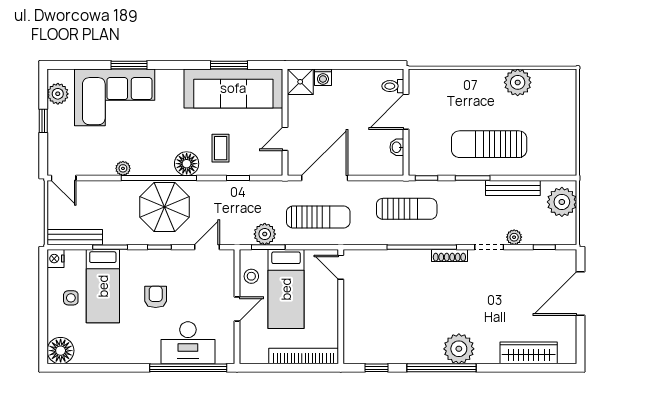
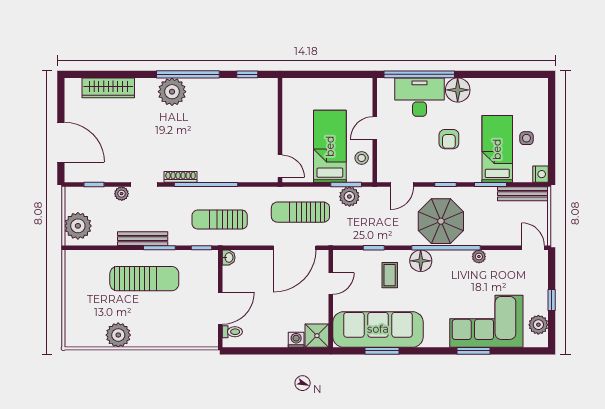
washbasin: (397, 147) -> (229, 258), moved
bench: (513, 188) -> (143, 239), moved
door: (580, 294) -> (61, 142), hinge flipped
floor lamp: (61, 351) -> (458, 90), moved
bookcase: (304, 356) -> (314, 85), removed

